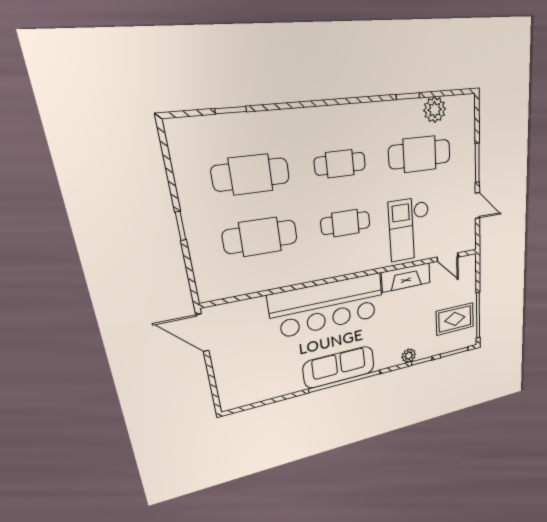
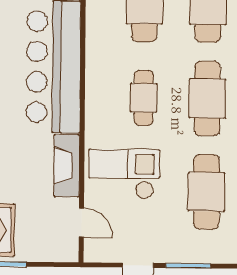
cafe table: (340, 164) -> (207, 98), width x1.37, depth x1.35
door: (448, 257) -> (81, 222), swing flipped

